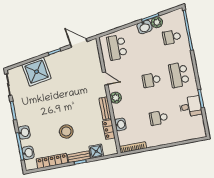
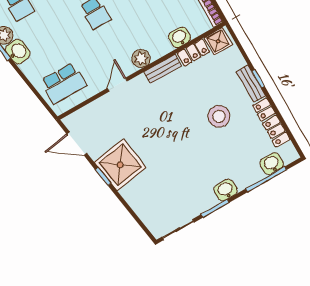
door: (79, 43) -> (77, 144), hinge flipped
shower: (37, 72) -> (120, 165), moved
washbasin: (24, 132) -> (226, 190), moved
shower: (96, 151) -> (218, 41), moved

